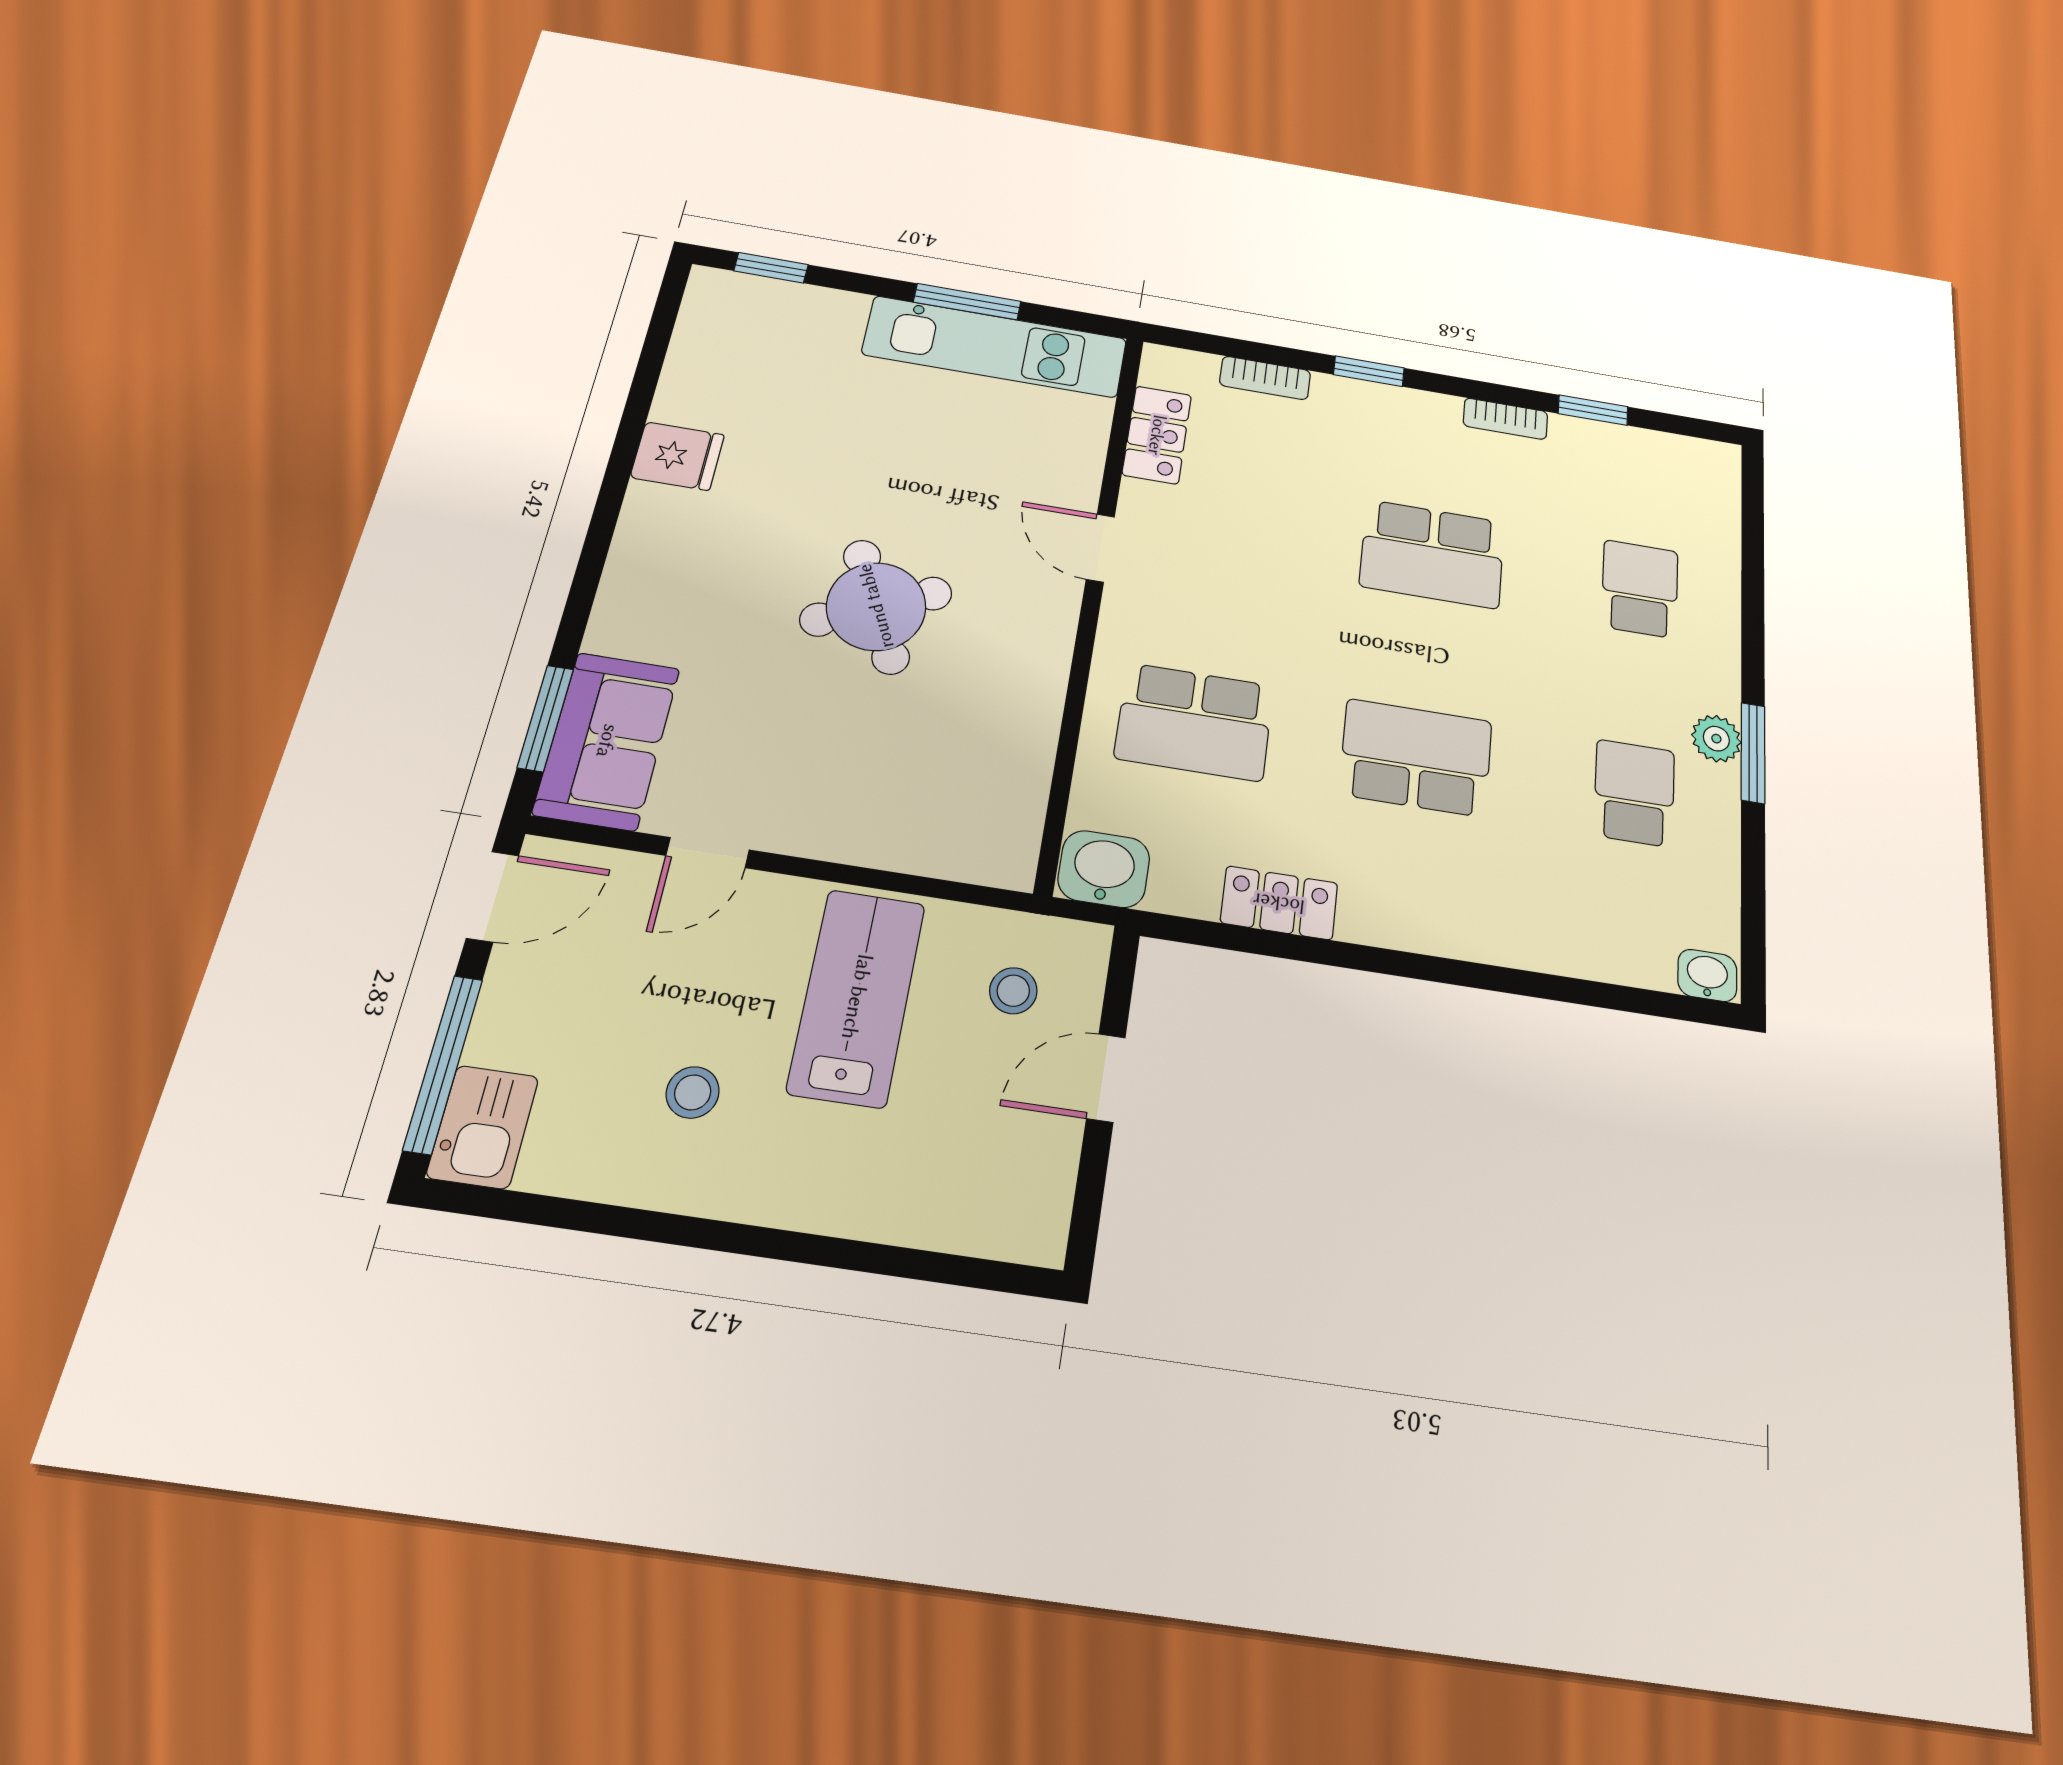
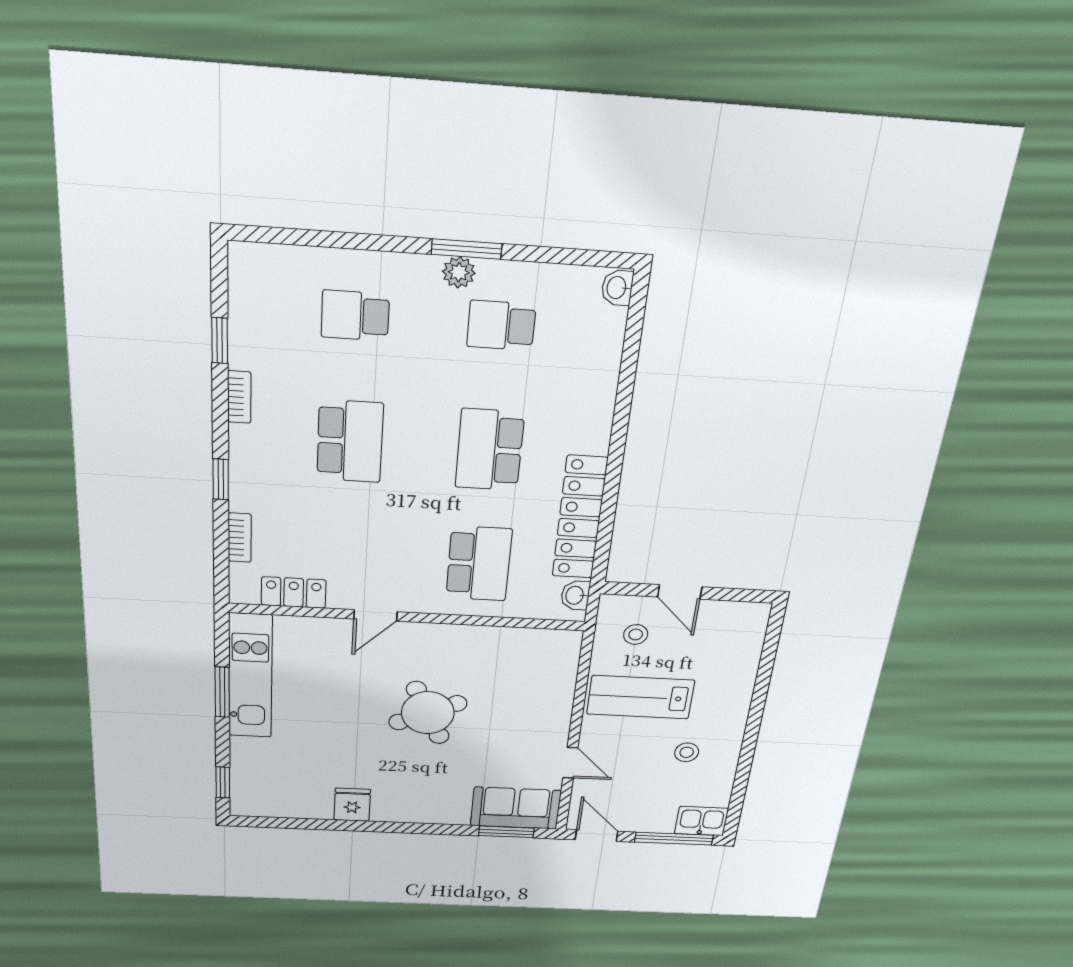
washbasin: (1104, 869) -> (575, 595), width x0.72, depth x0.69
locker: (1279, 903) -> (580, 518), width x2.16, depth x1.21

